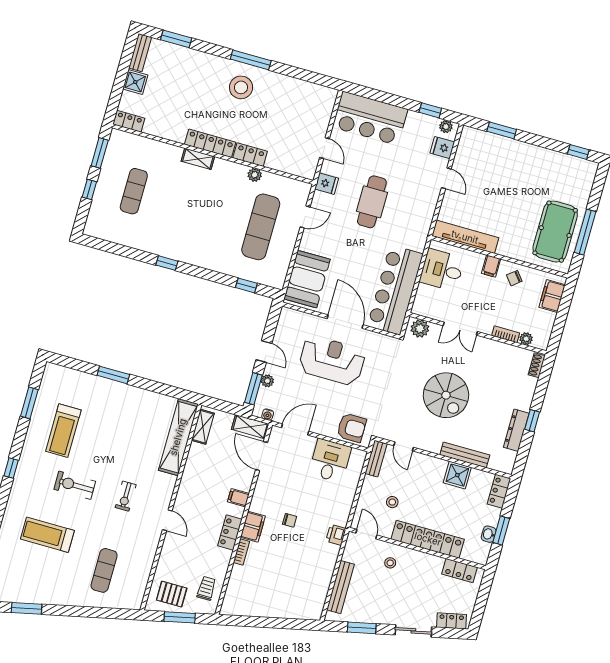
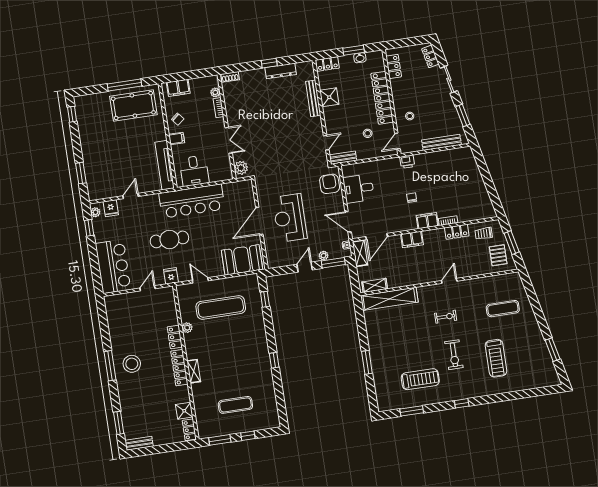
shower: (135, 82) -> (184, 411), moved
bar counter: (395, 290) -> (192, 201), moved
spiral stairs: (446, 395) -> (278, 130), removed
filing cabinet: (238, 498) -> (412, 239), width x2.00
locker: (230, 533) -> (457, 232), moved

